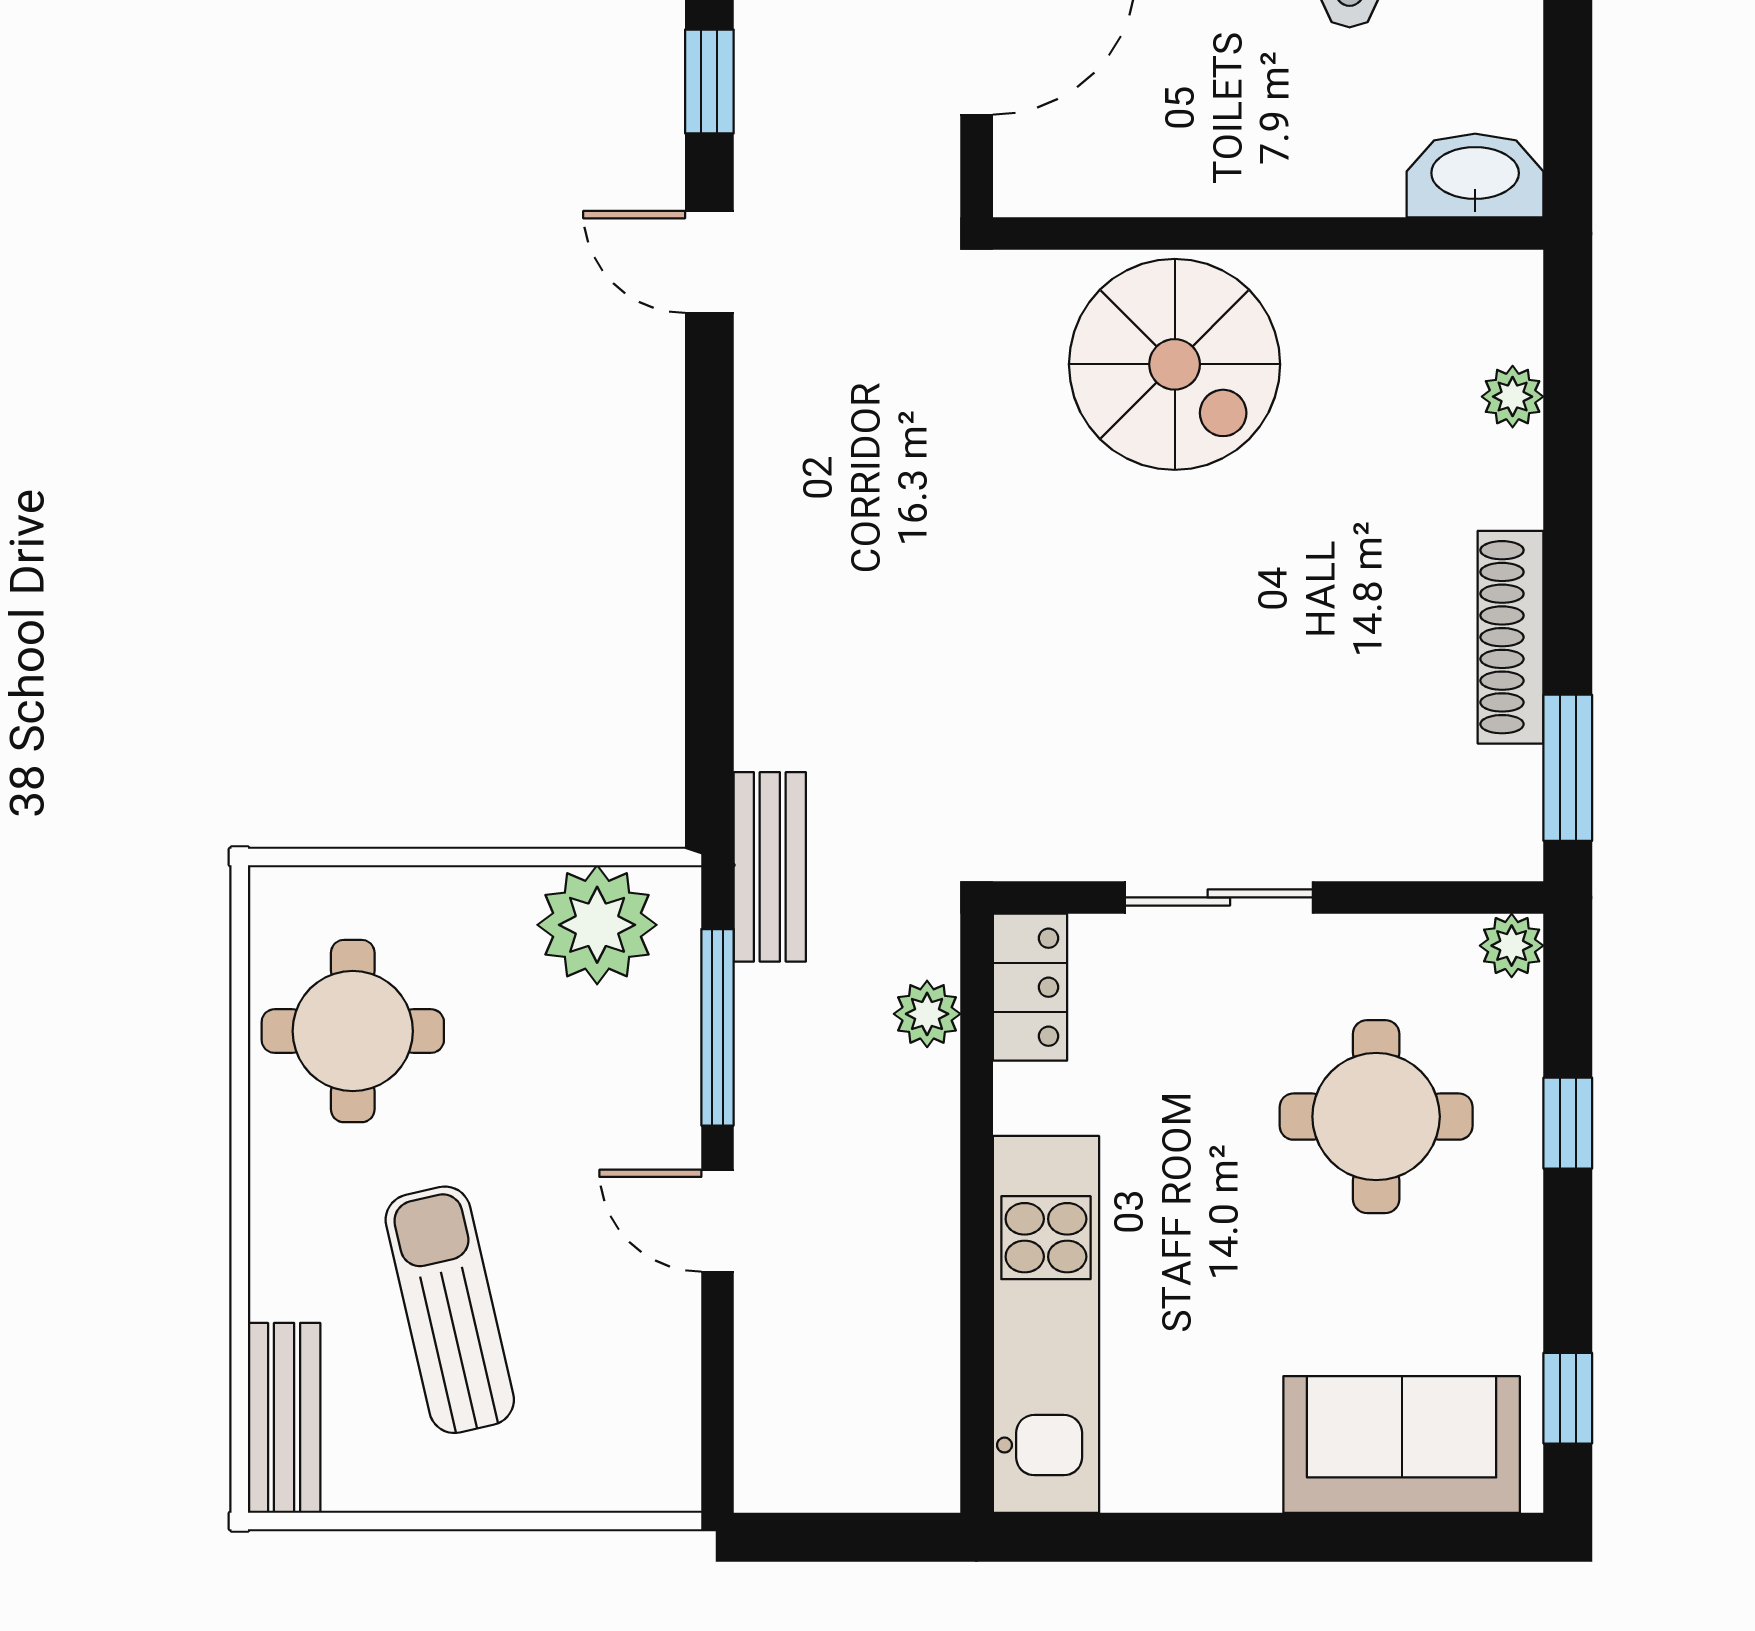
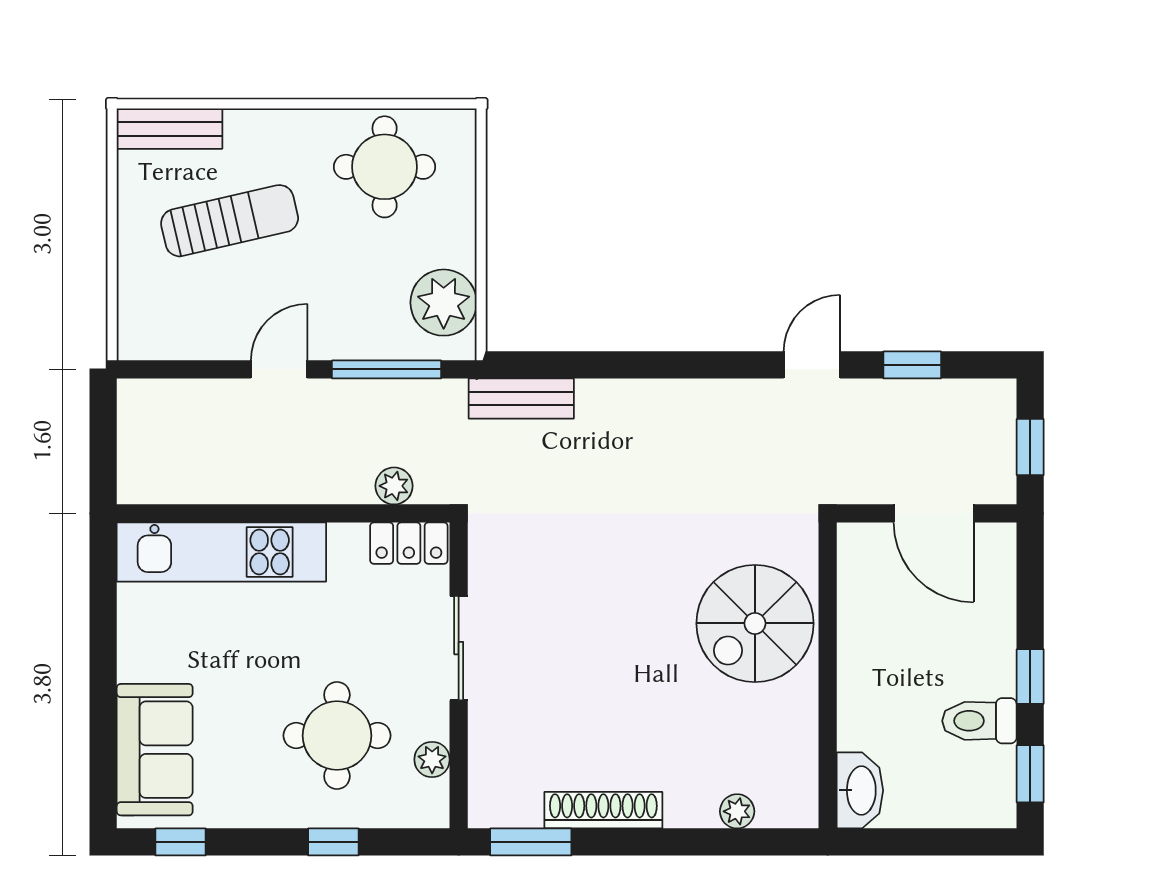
bench: (770, 867) -> (521, 399), moved
plant: (1512, 946) -> (432, 759), moved

